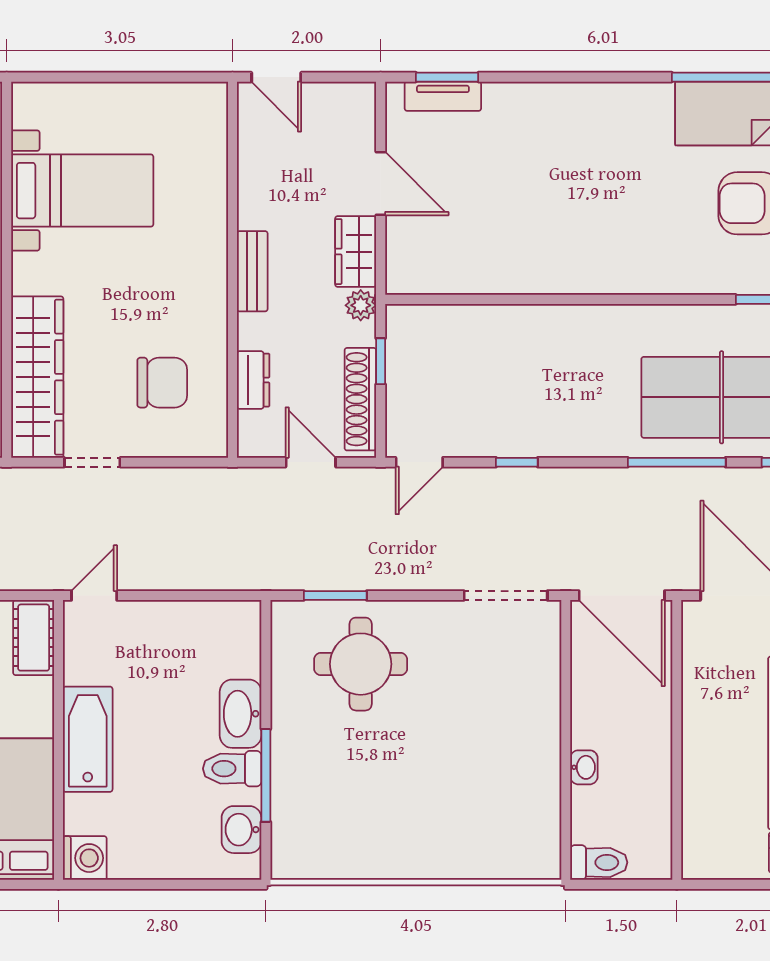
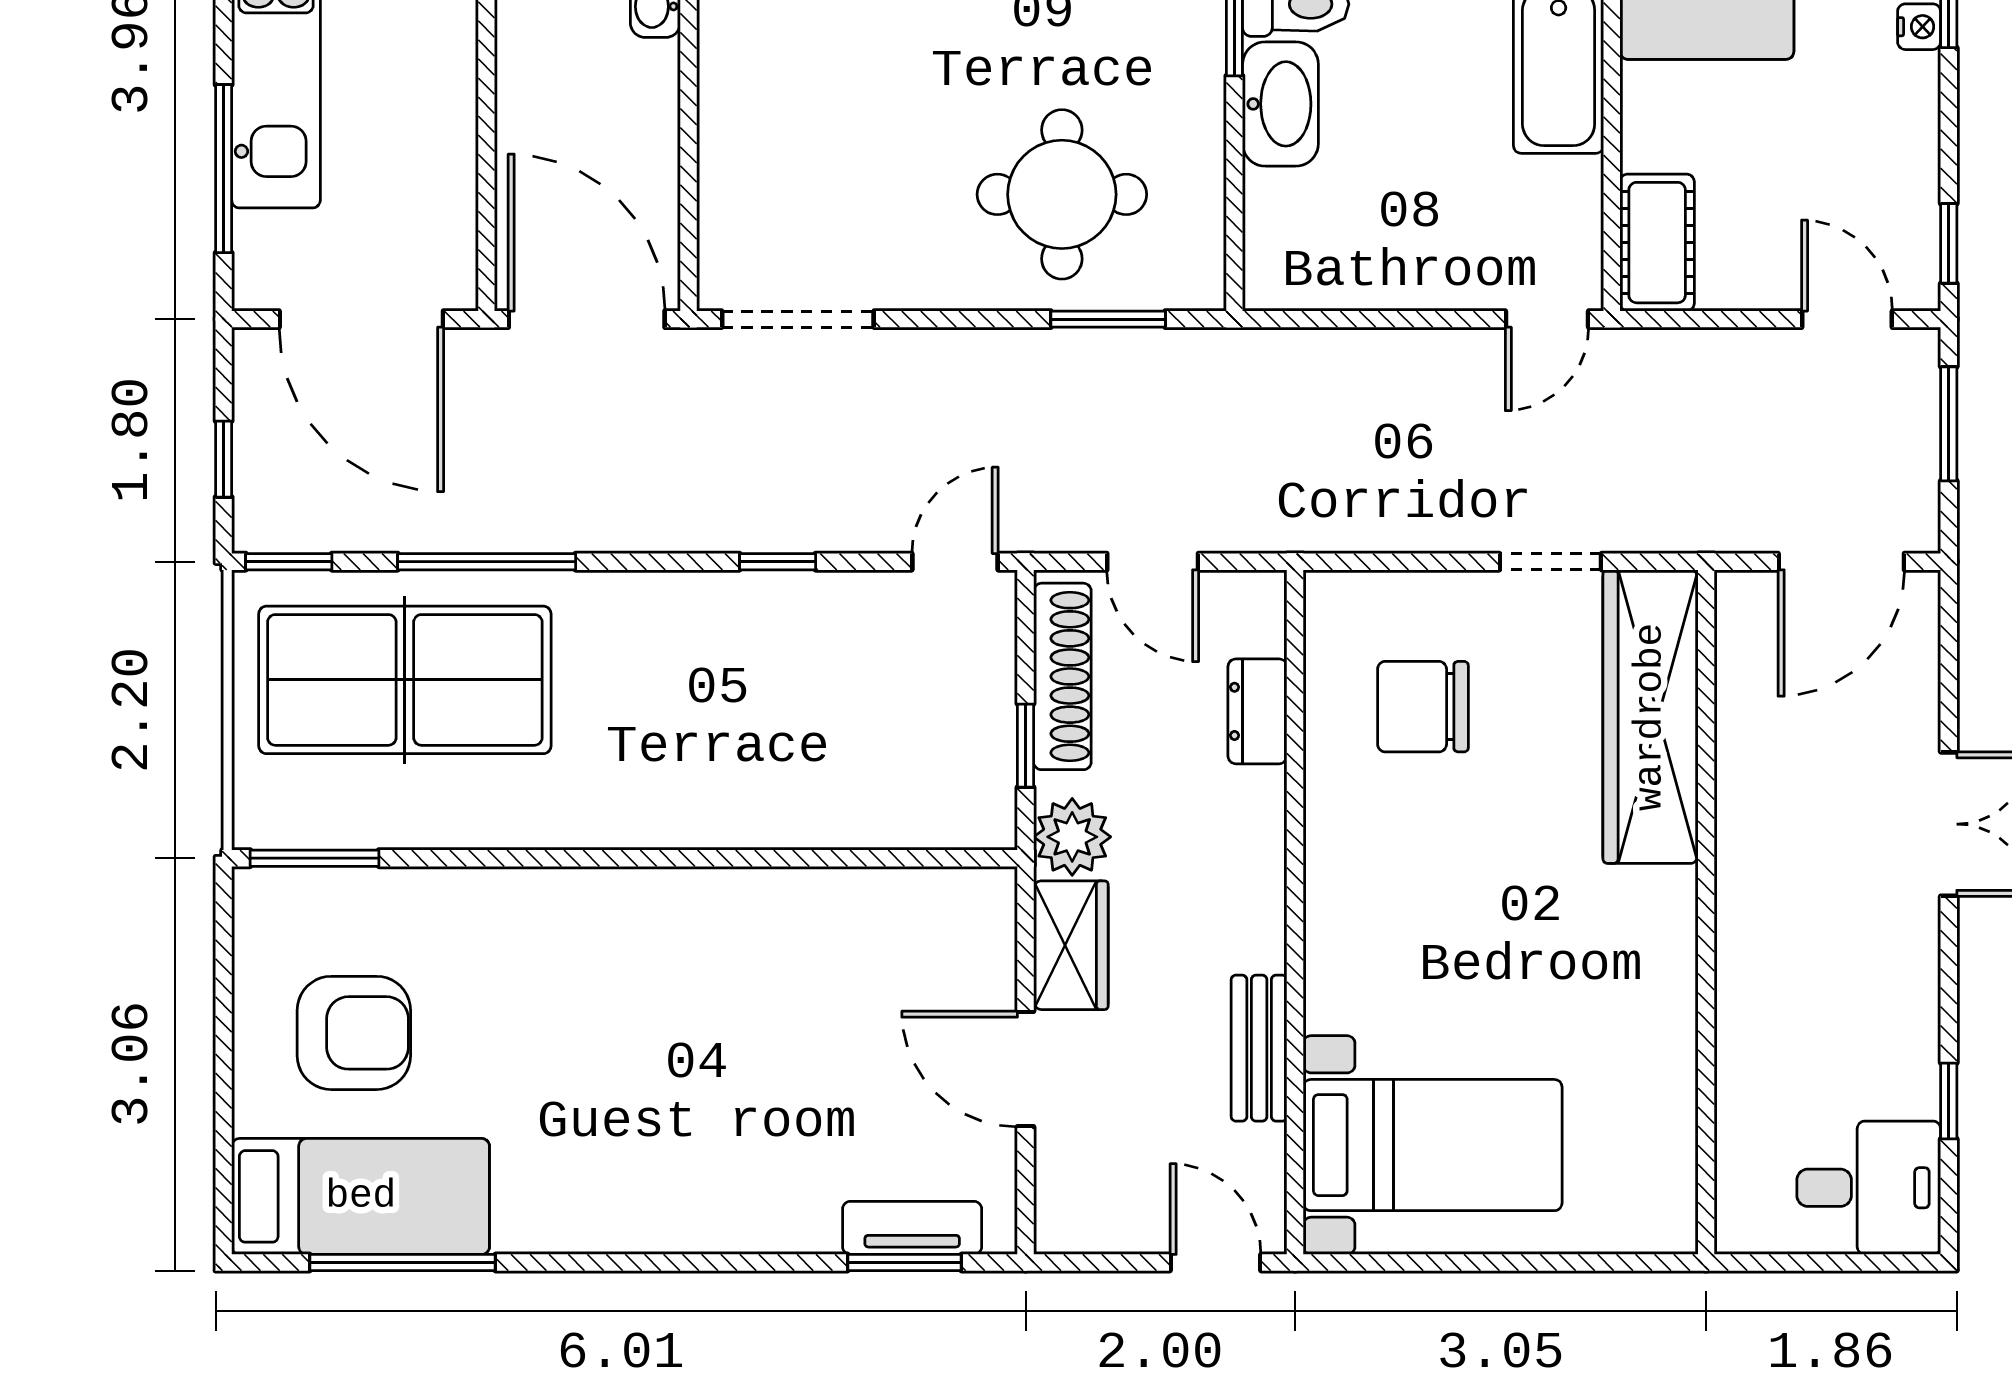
bed with nightstands: (82, 191) -> (1433, 1145), moved, turned 180
bench: (252, 271) -> (1259, 1048), moved
plant: (361, 305) -> (1072, 837), width x1.38, depth x1.38

